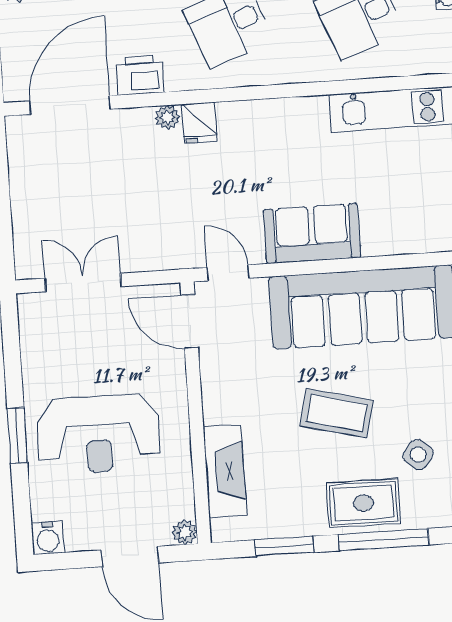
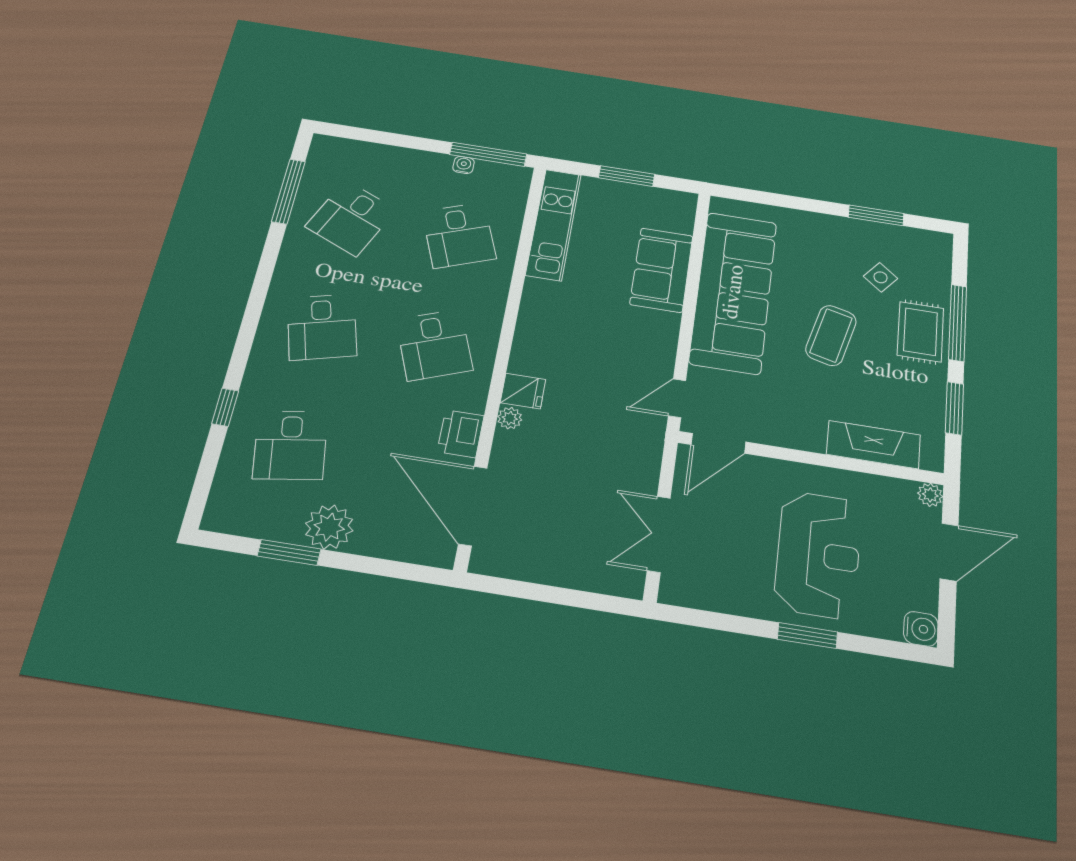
sofa: (312, 233) -> (662, 270), moved

